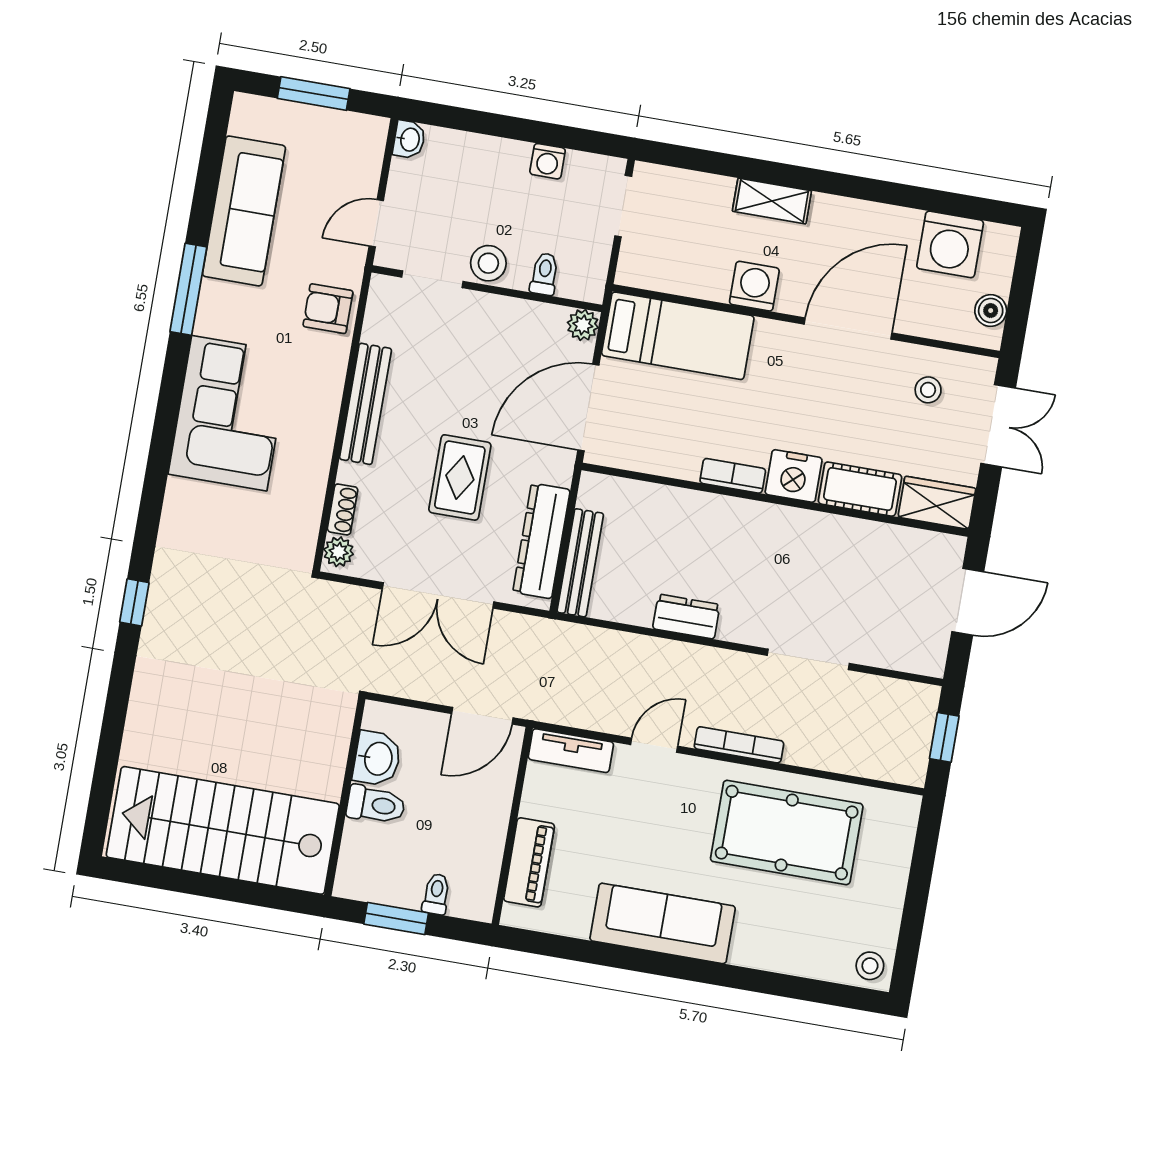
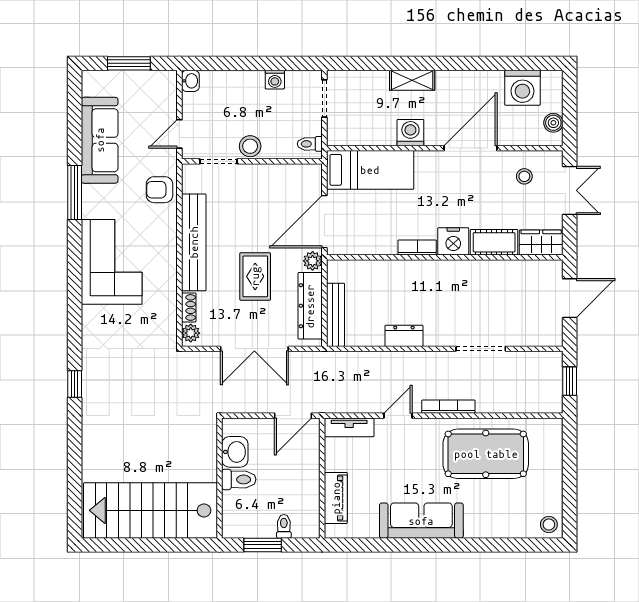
toilet: (544, 274) -> (310, 144), moved, turned -90
plant: (583, 325) -> (313, 261), moved
bench: (366, 404) -> (194, 242), width x1.37, depth x1.21

